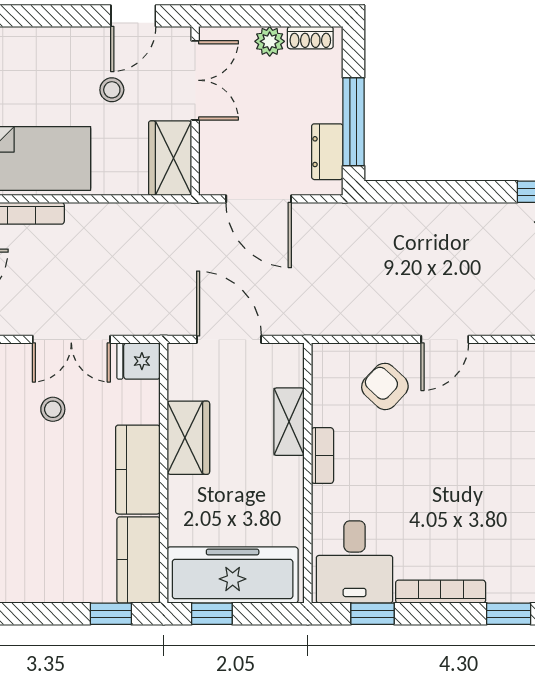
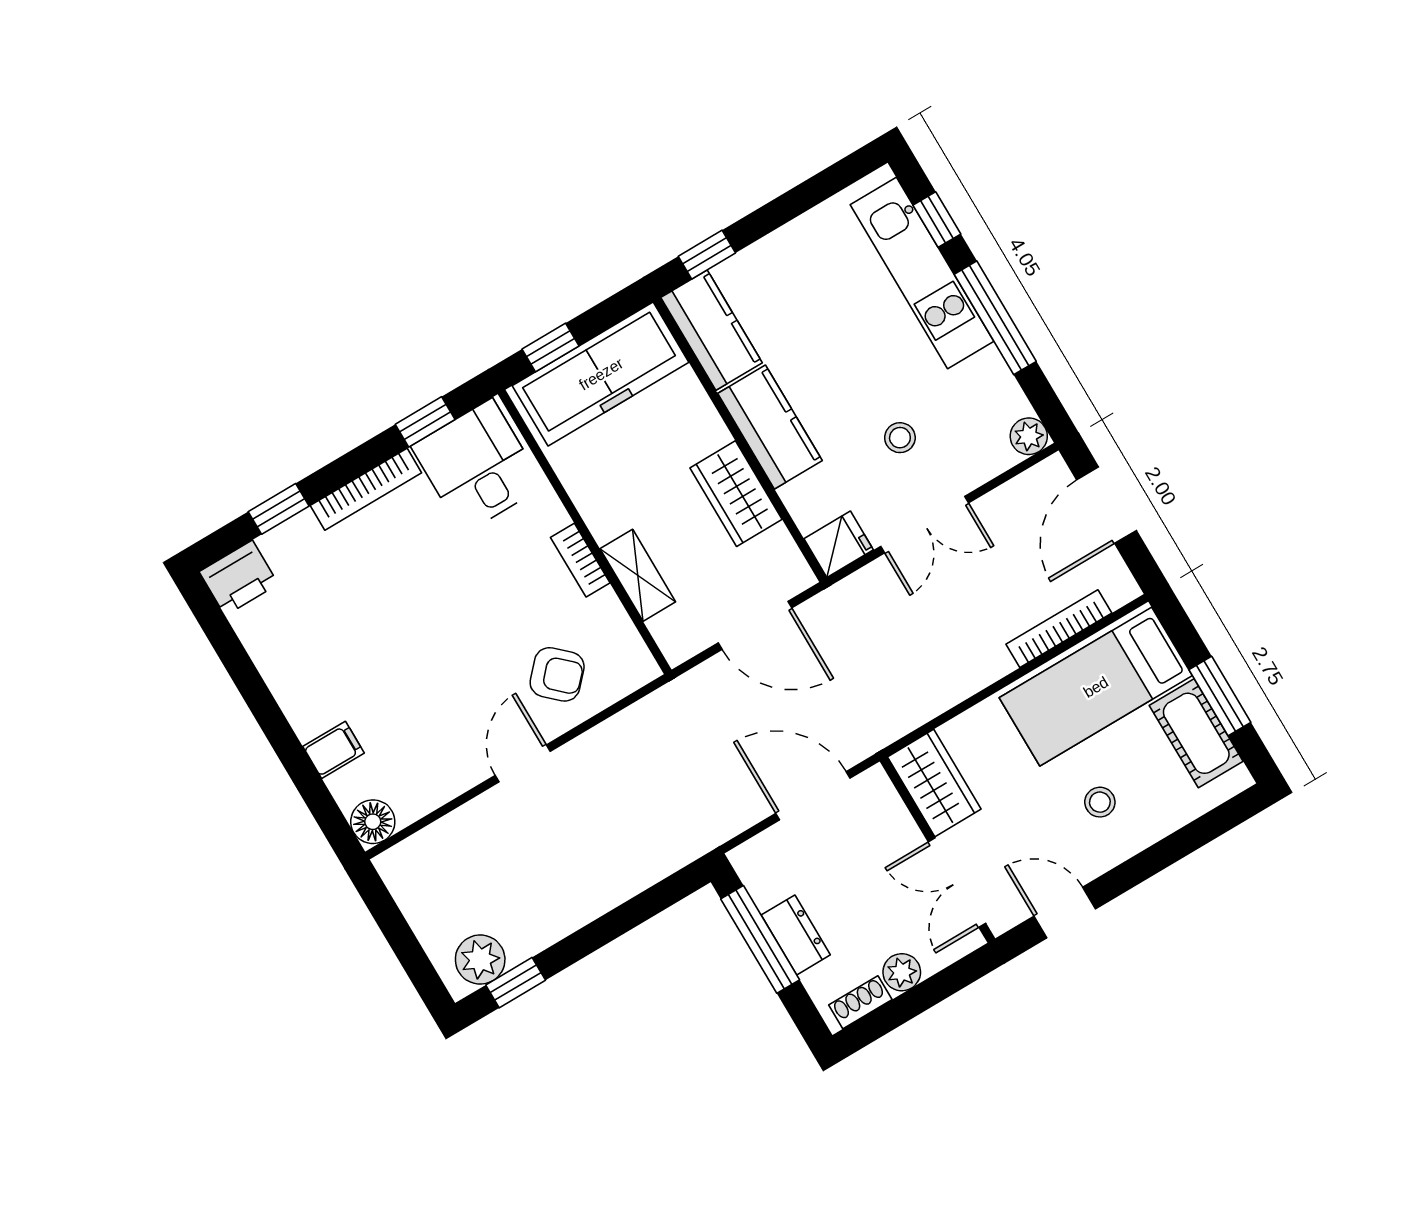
door: (133, 16) -> (1065, 913), hinge flipped
stool: (112, 90) -> (1100, 802), moved
dresser: (327, 152) -> (796, 935), moved
double door: (71, 339) -> (925, 525), swing flipped
window: (212, 614) -> (551, 347), moved

